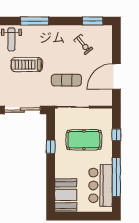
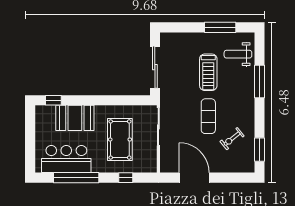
treadmill: (27, 65) -> (208, 72), turned 180
exercise mat: (66, 80) -> (208, 116), moved
window: (51, 147) -> (53, 100), moved
booth: (66, 195) -> (75, 118), moved

